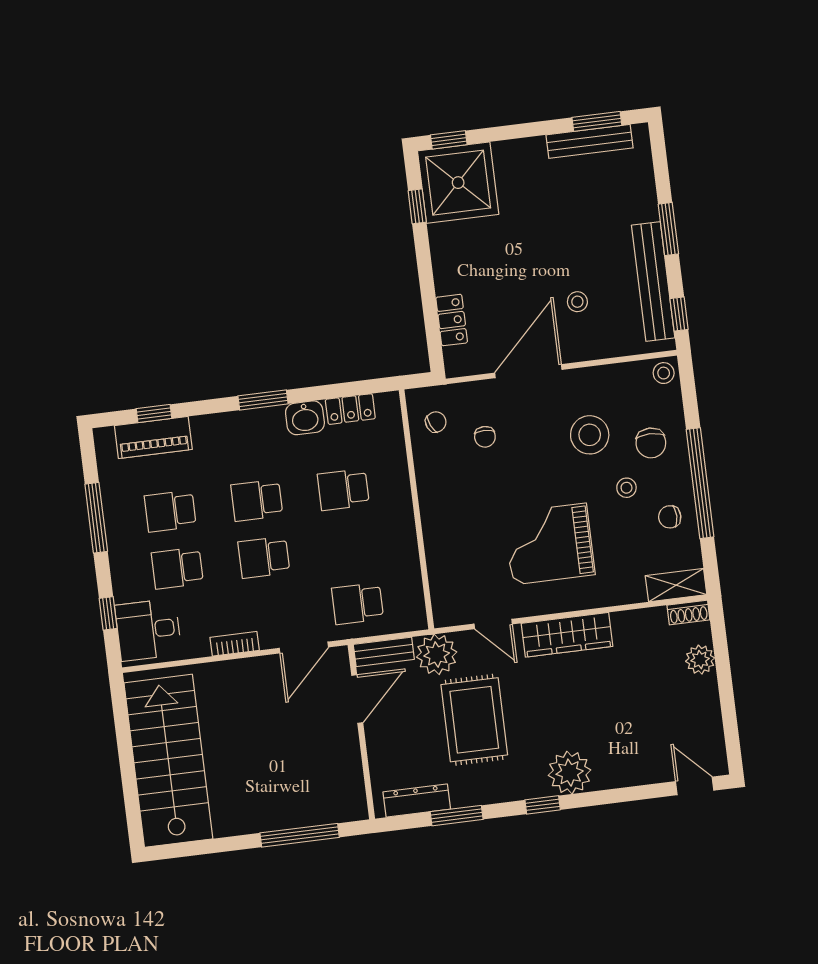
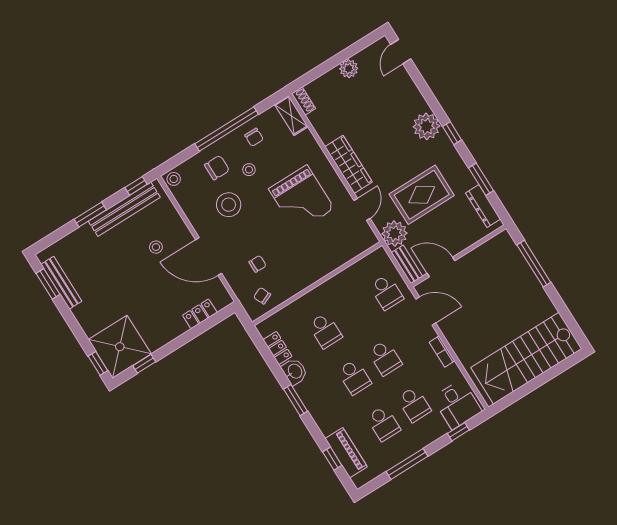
plant: (700, 660) -> (349, 69), moved

